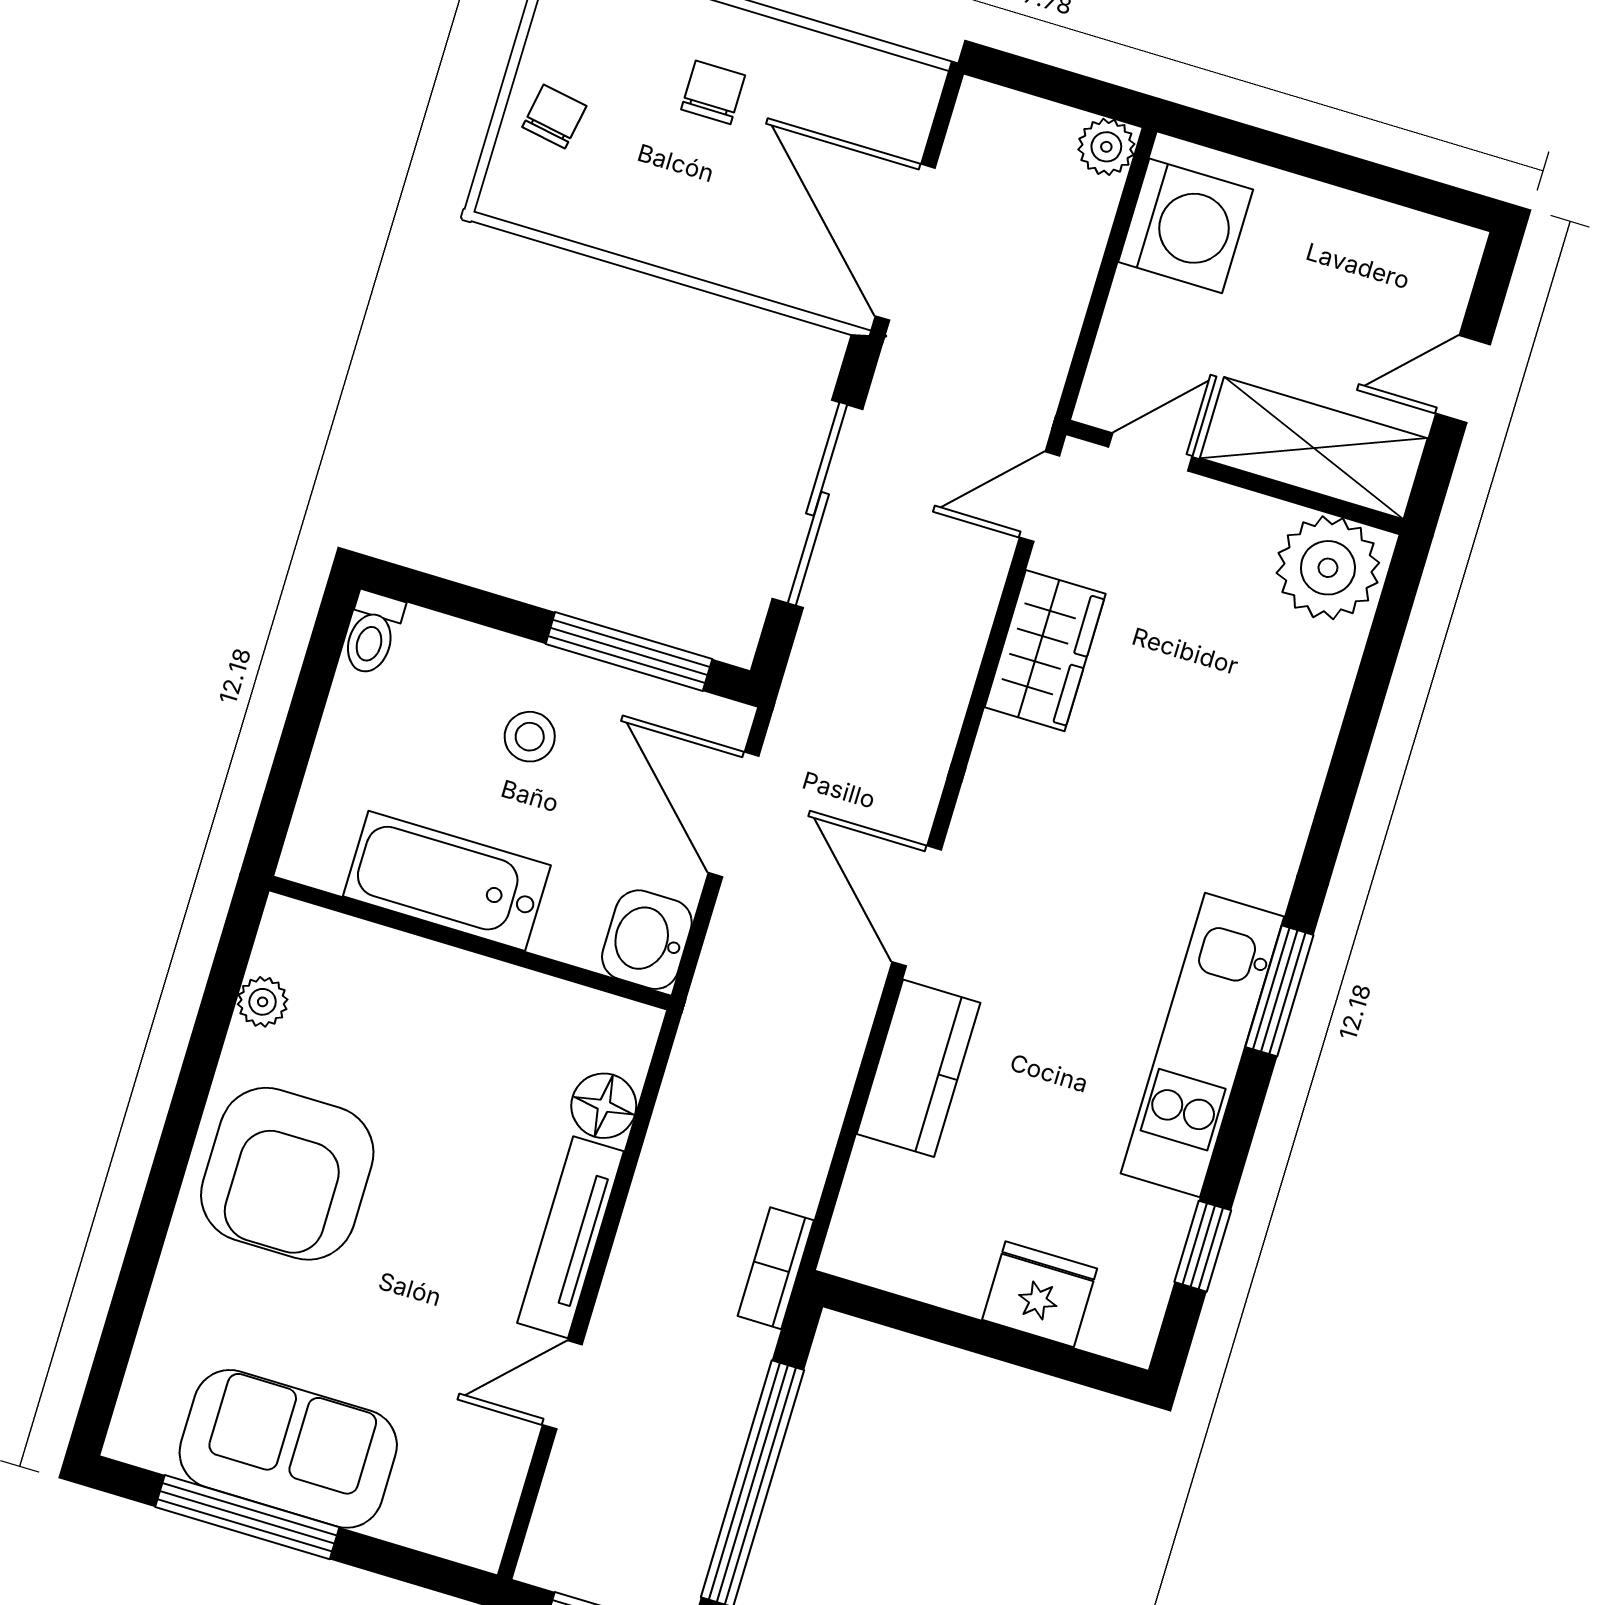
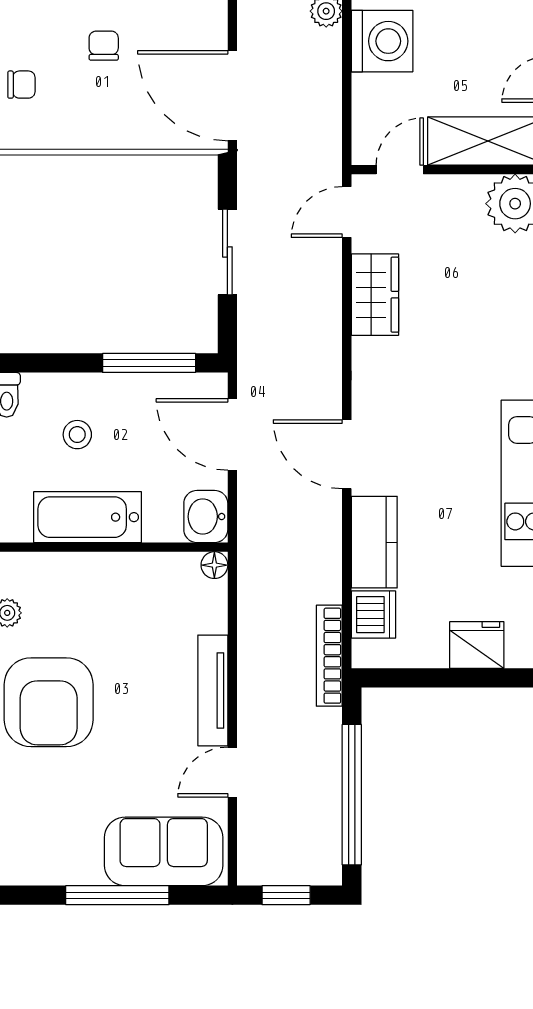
chair: (554, 117) -> (21, 85), turned 80
sliding door: (818, 504) -> (227, 252), width x0.73
stool: (530, 737) -> (77, 435), moved
floor lamp: (604, 1106) -> (214, 565), moved, width x0.73, depth x0.73
dishwasher: (880, 1190) -> (373, 615), added
bookcase: (776, 1268) -> (329, 656), width x1.56
sofa: (288, 1449) -> (164, 851), moved
window: (247, 1517) -> (117, 895), moved

